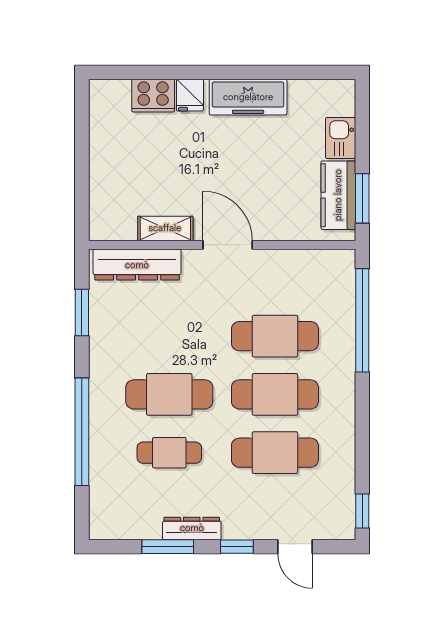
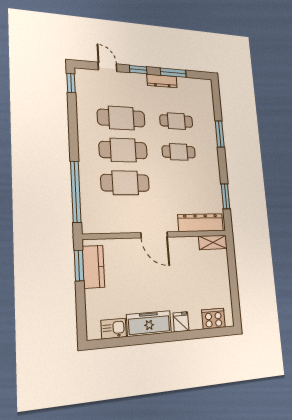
cooker: (153, 96) -> (213, 319), moved
kitchen sink: (341, 138) -> (114, 329), moved, turned -90
shelving: (165, 228) -> (213, 242), moved
cafe table: (169, 394) -> (179, 152), width x0.73, depth x0.74
window: (82, 432) -> (220, 134), width x0.47

